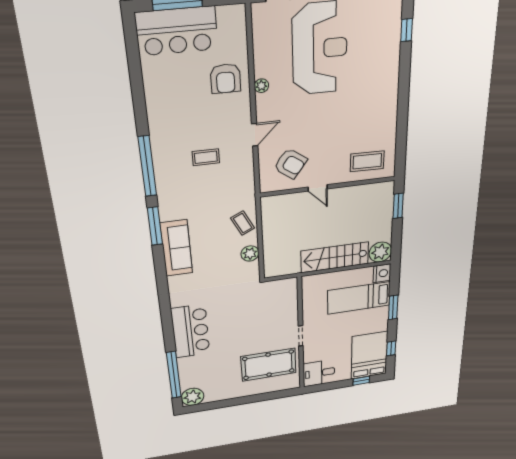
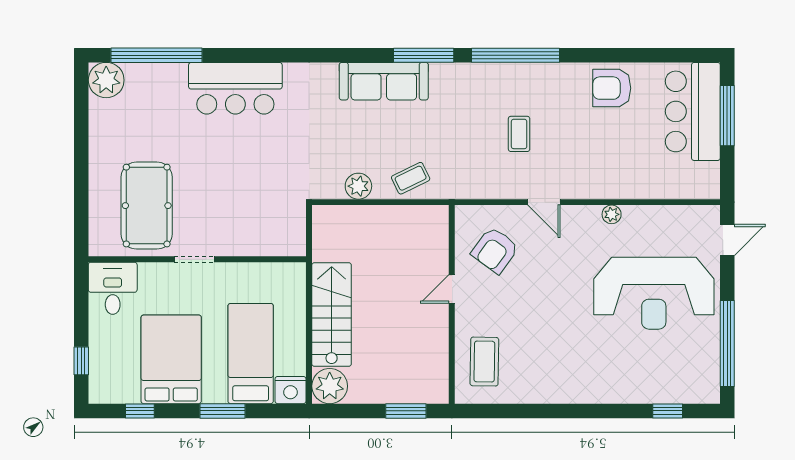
armchair: (225, 79) -> (612, 88), moved
bed: (369, 355) -> (171, 359), moved, turned -90

